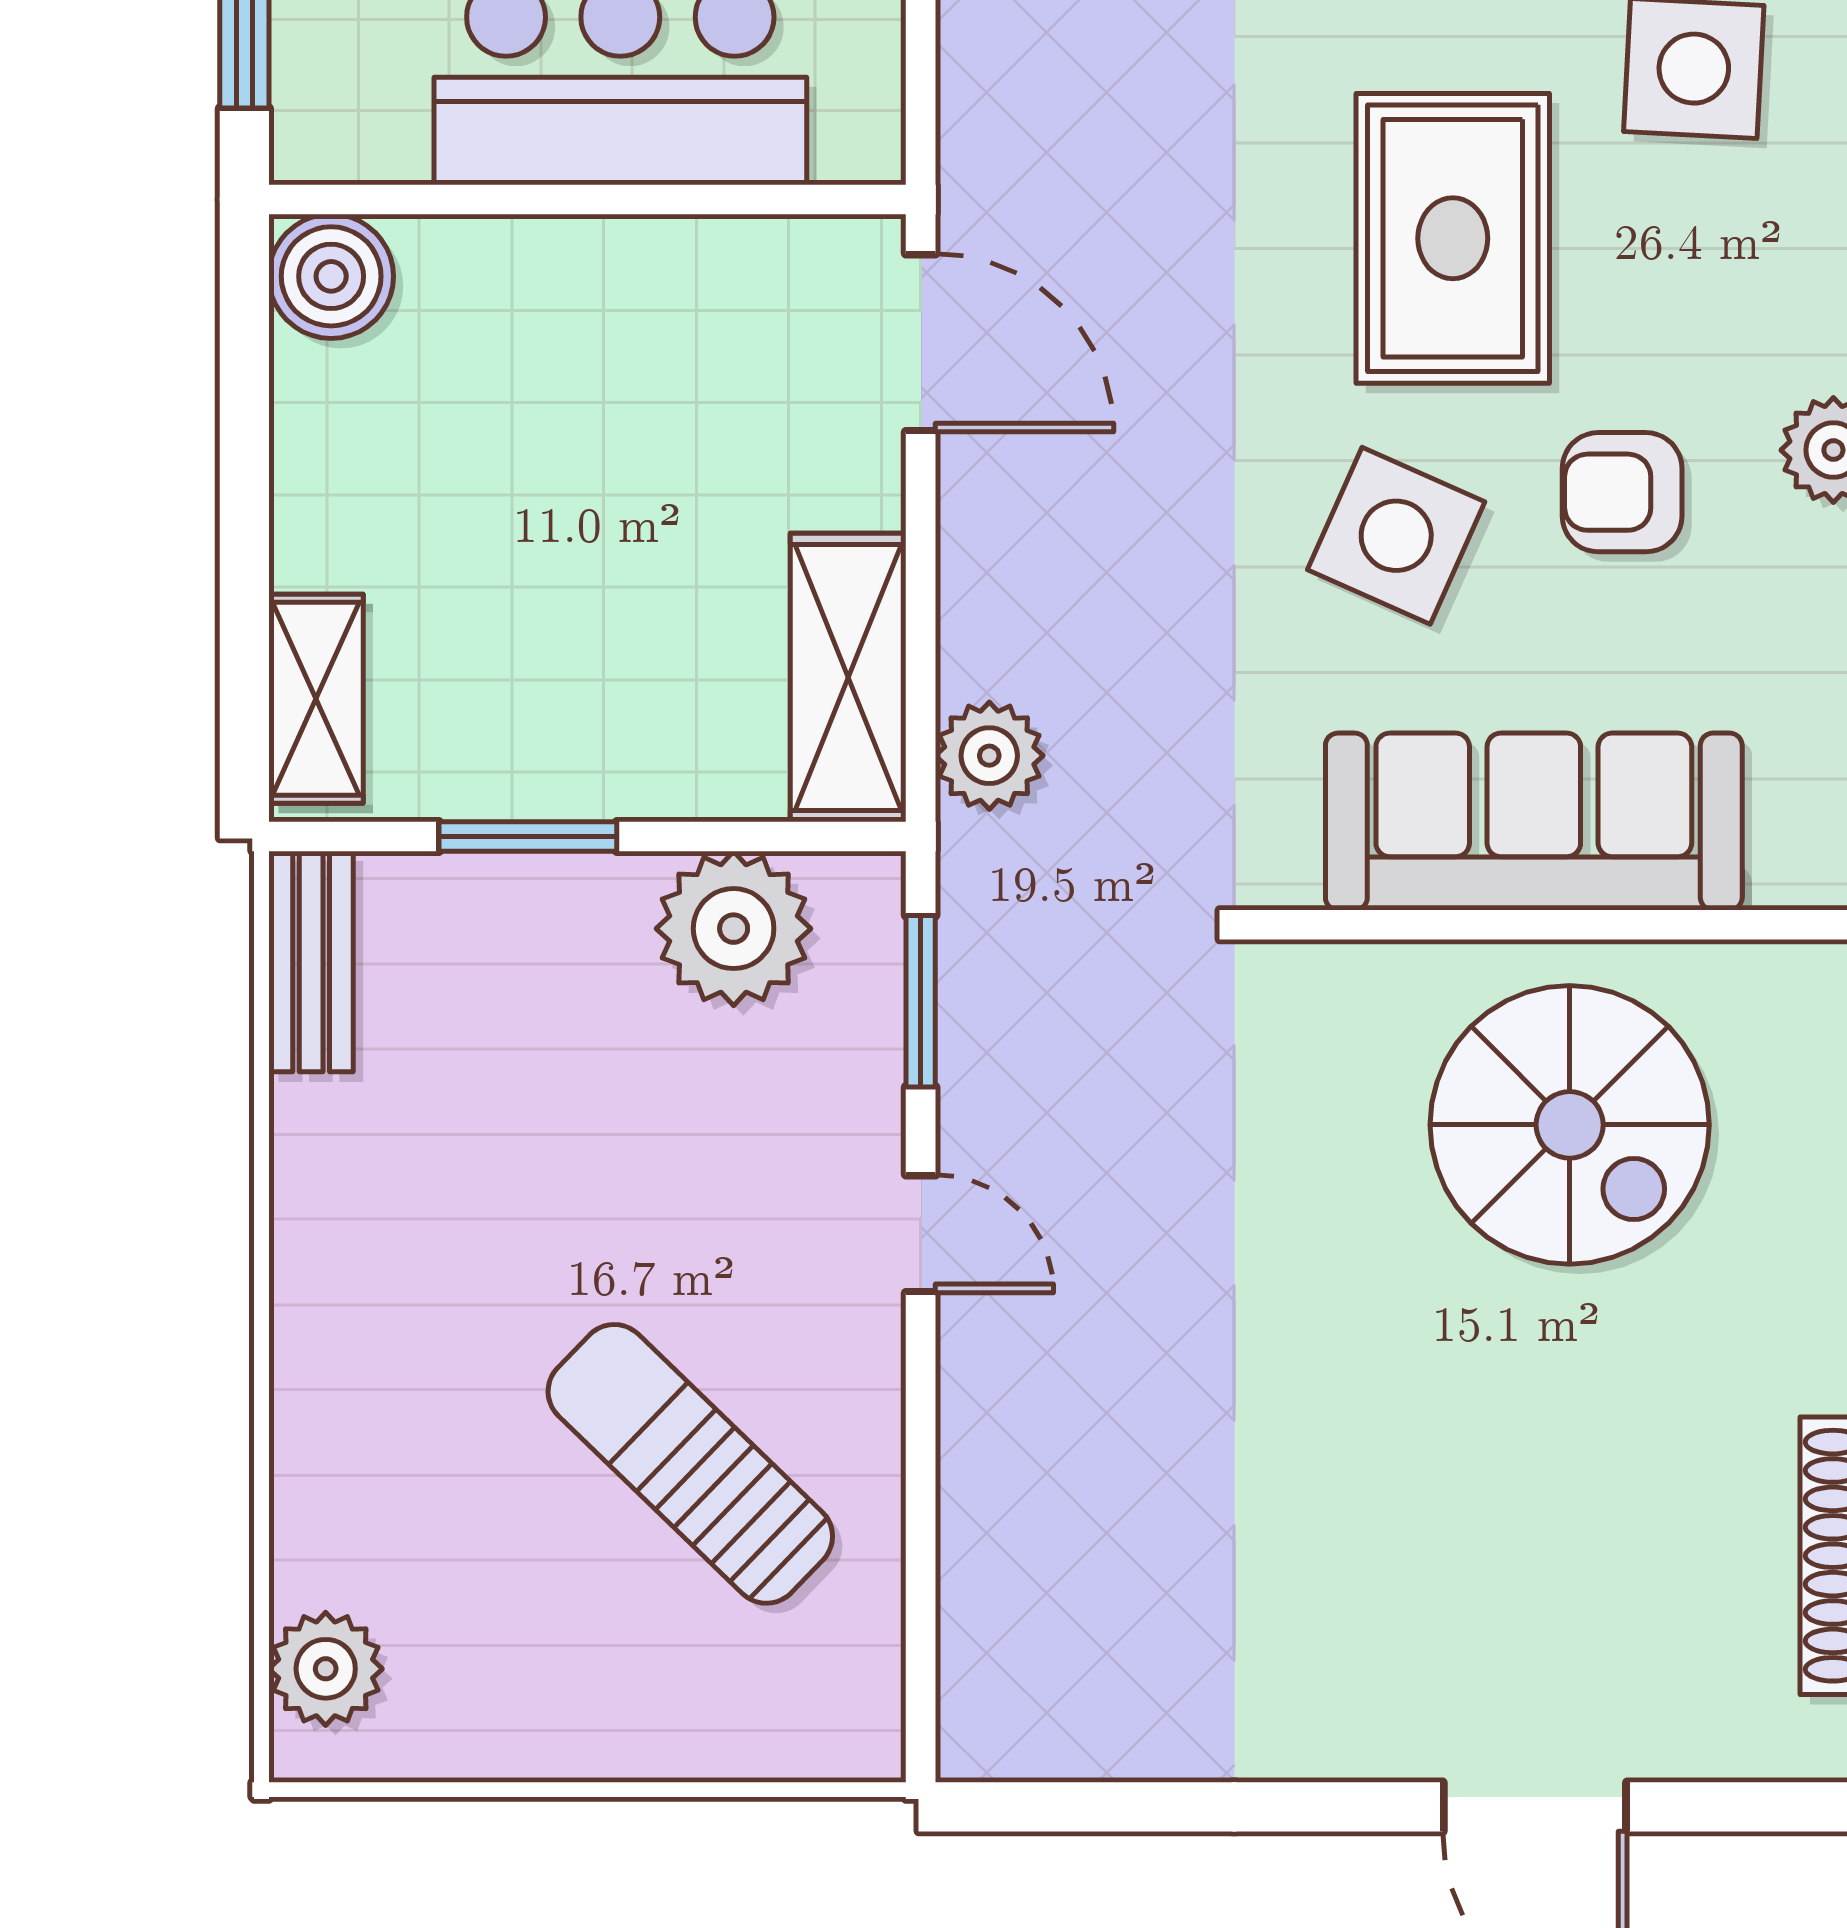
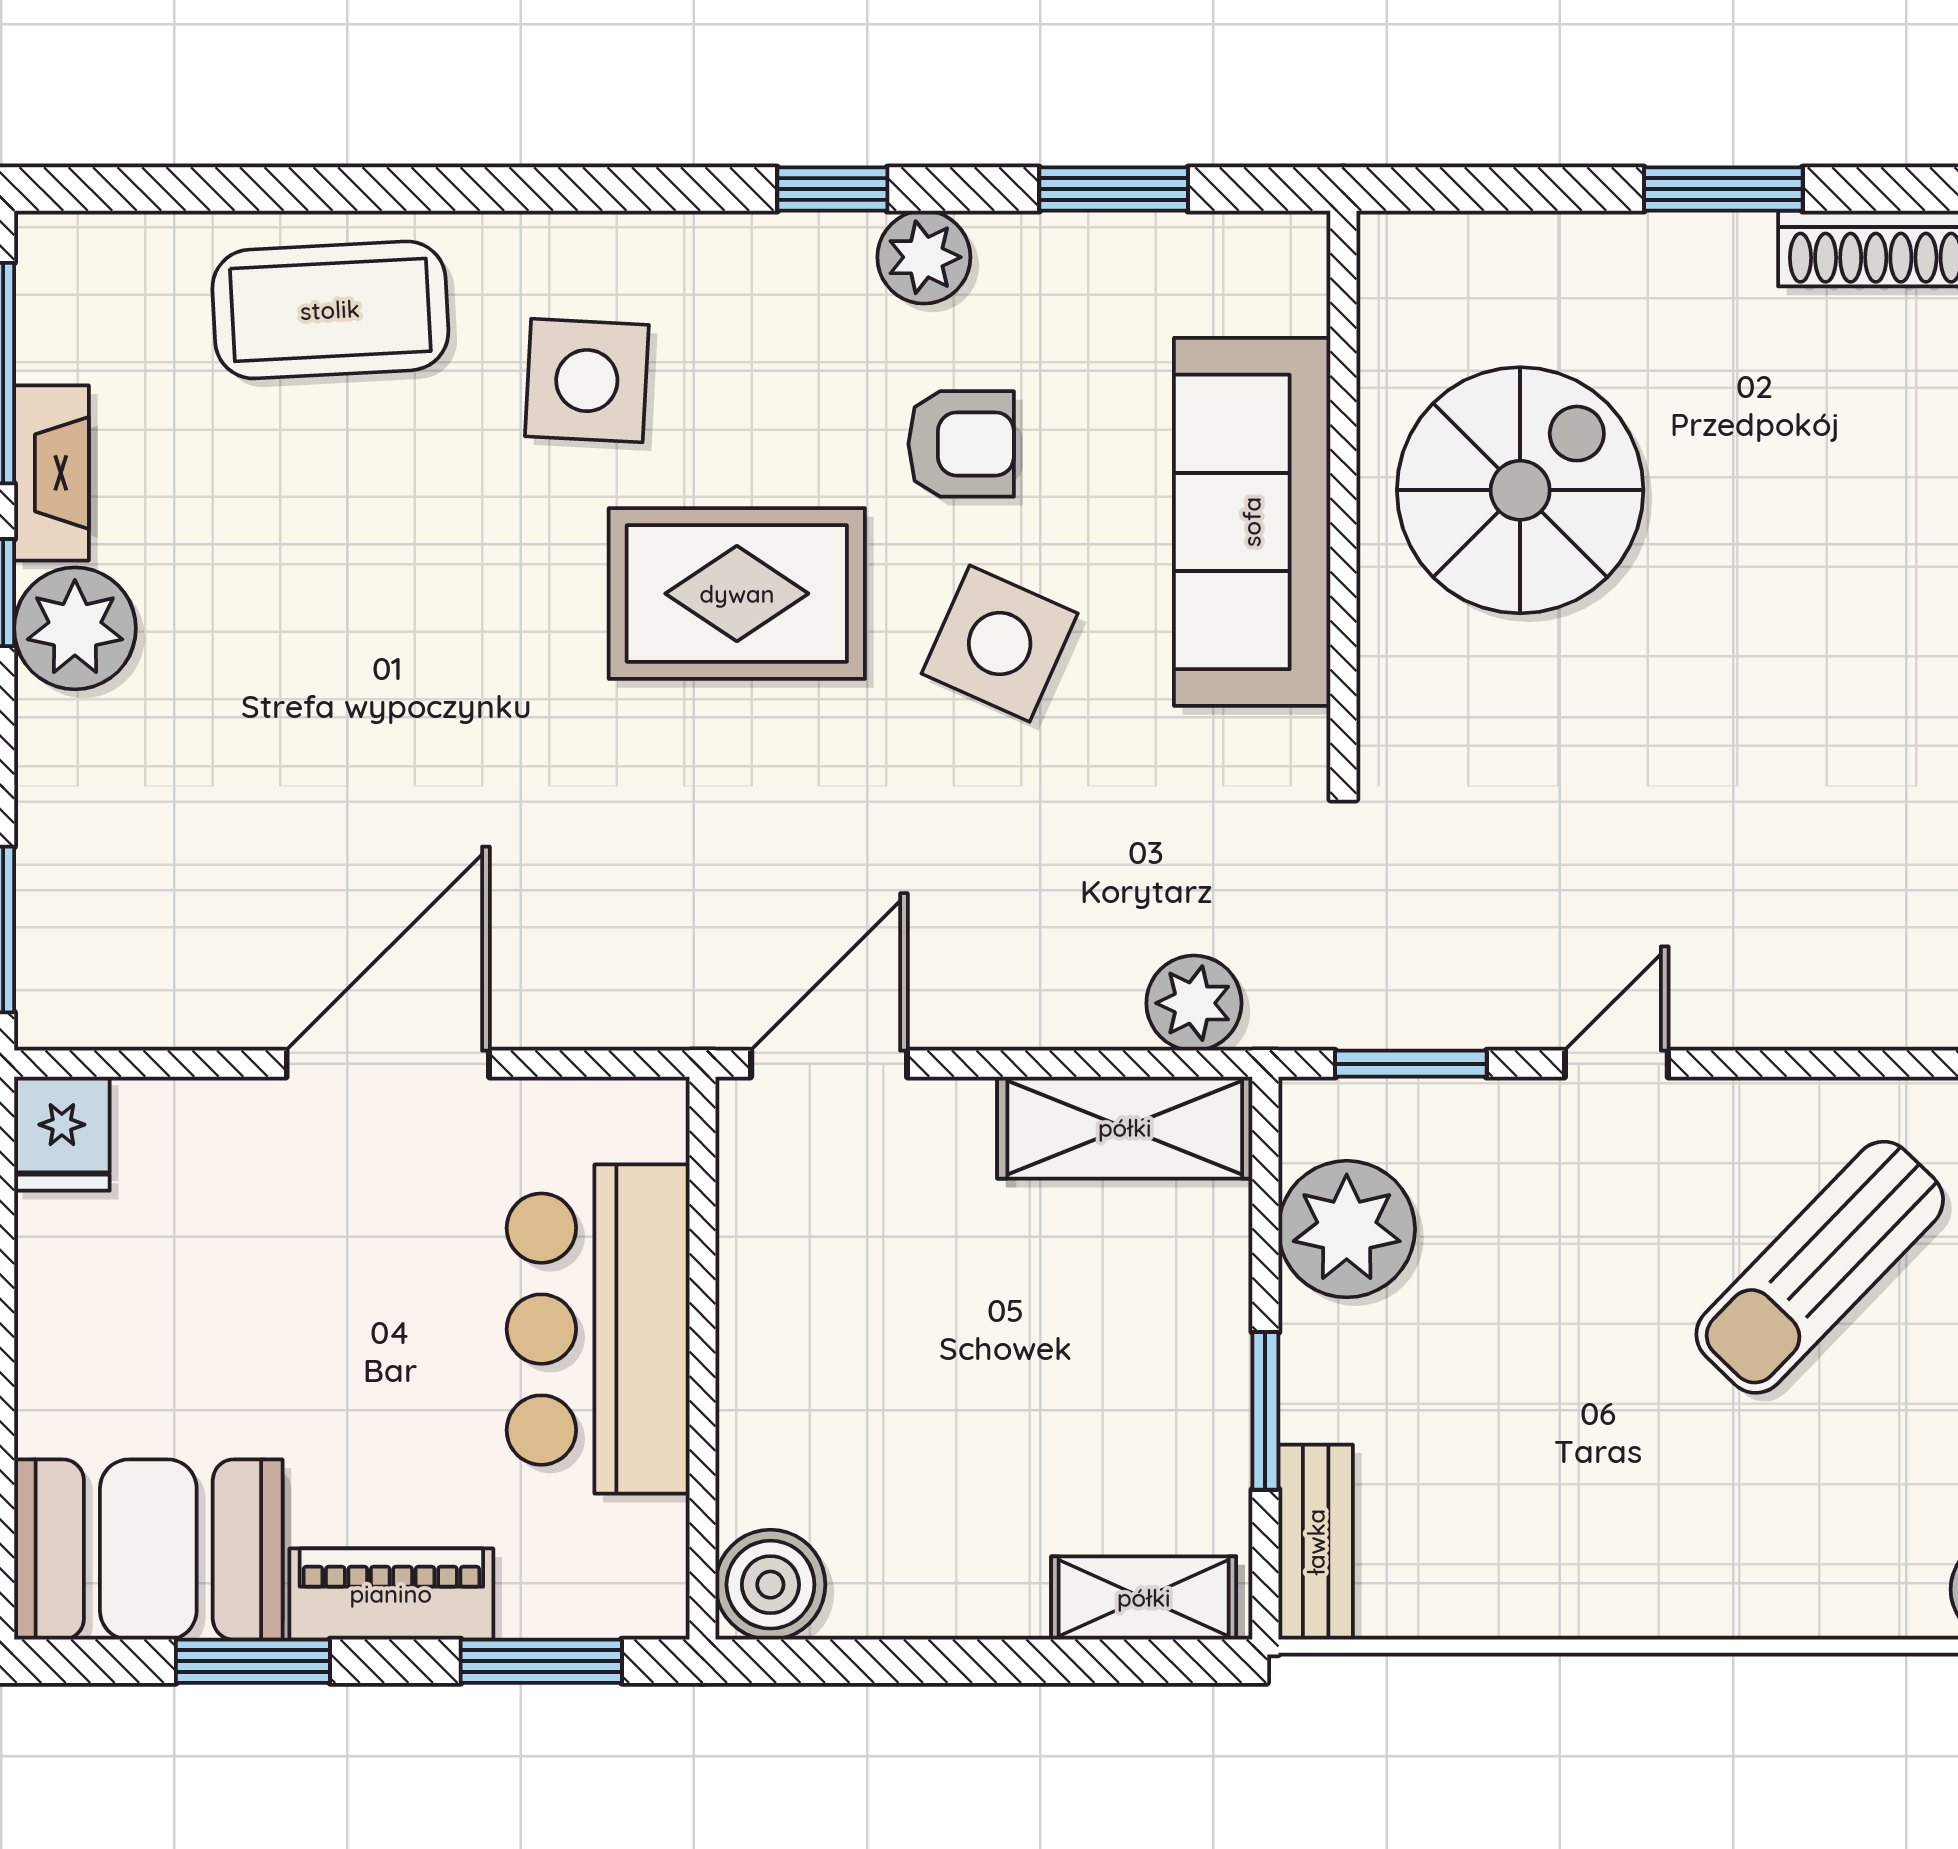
armchair: (1622, 492) -> (961, 444), turned -90
bench: (311, 962) -> (1316, 1542), moved, turned 90

